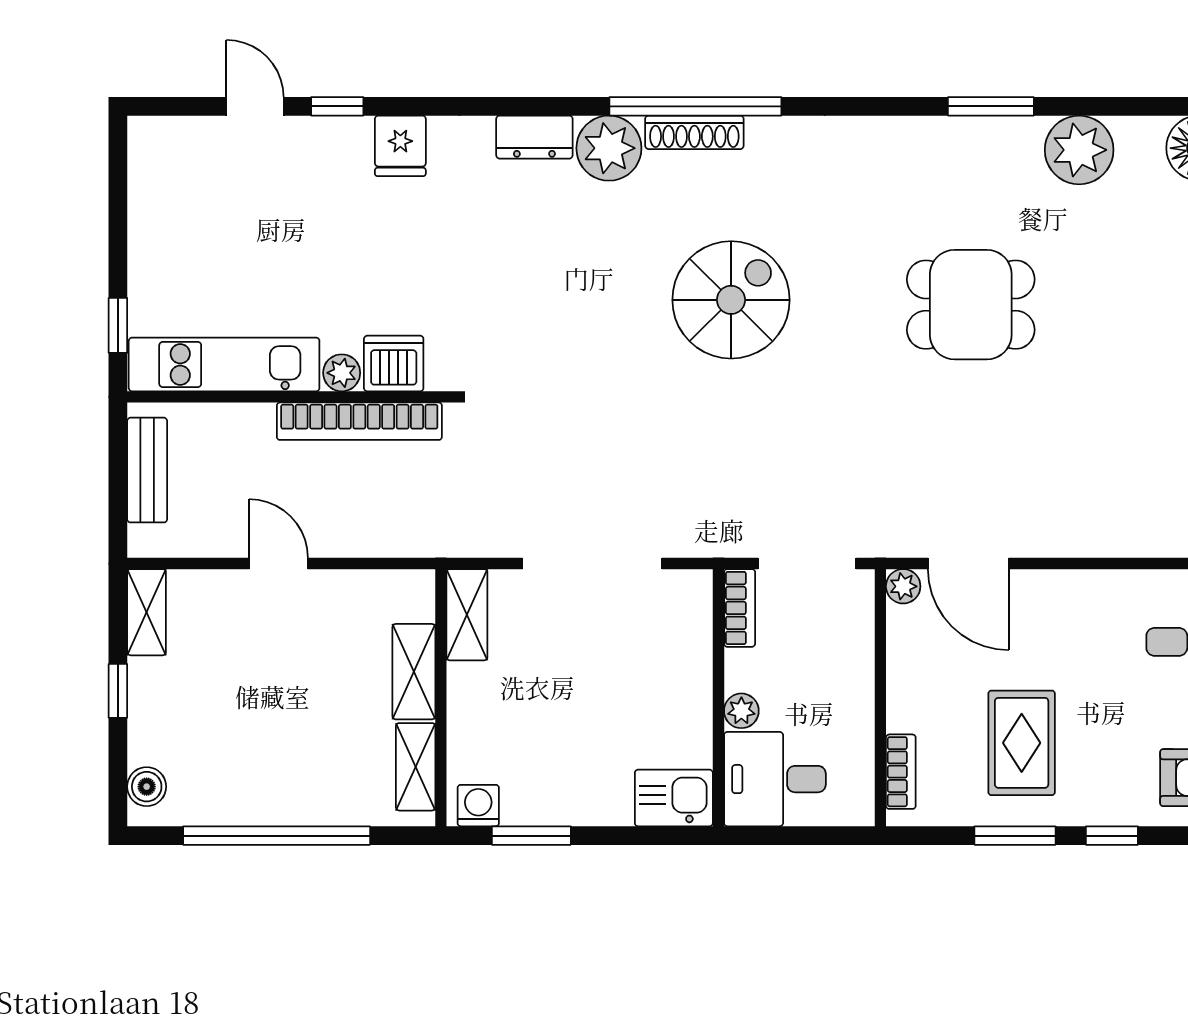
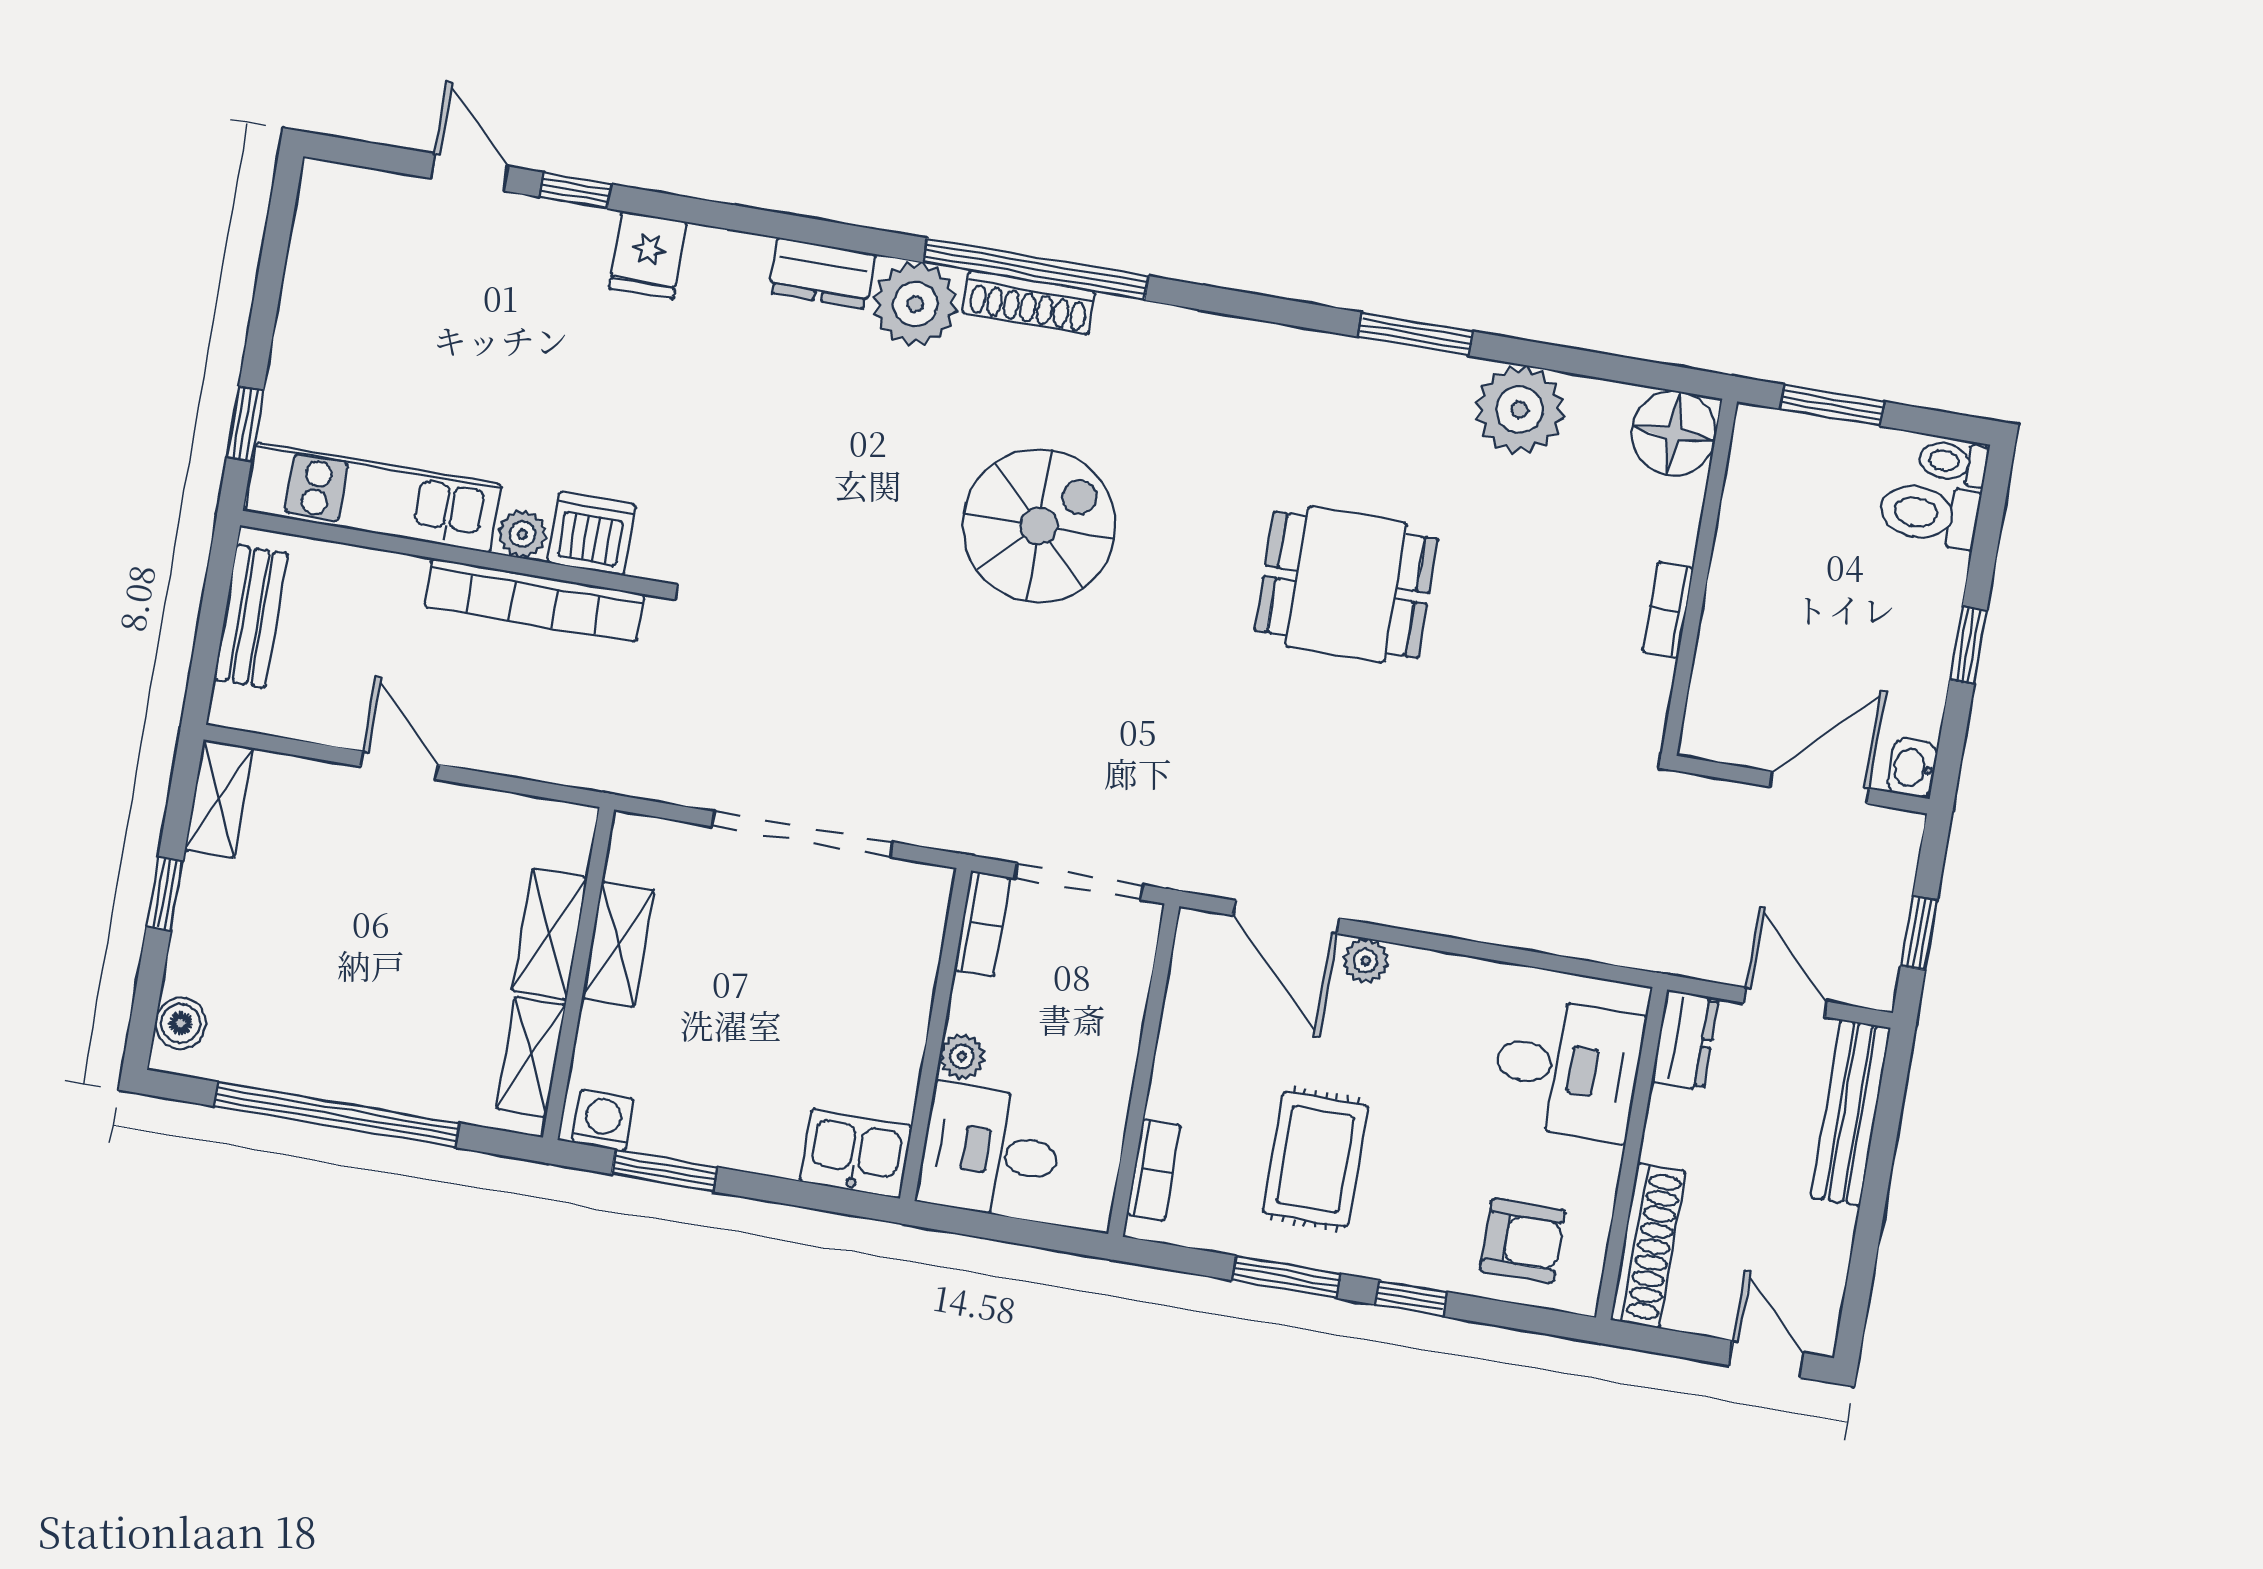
plant: (903, 586) -> (1366, 961), moved
shelving: (467, 615) -> (618, 944), moved

